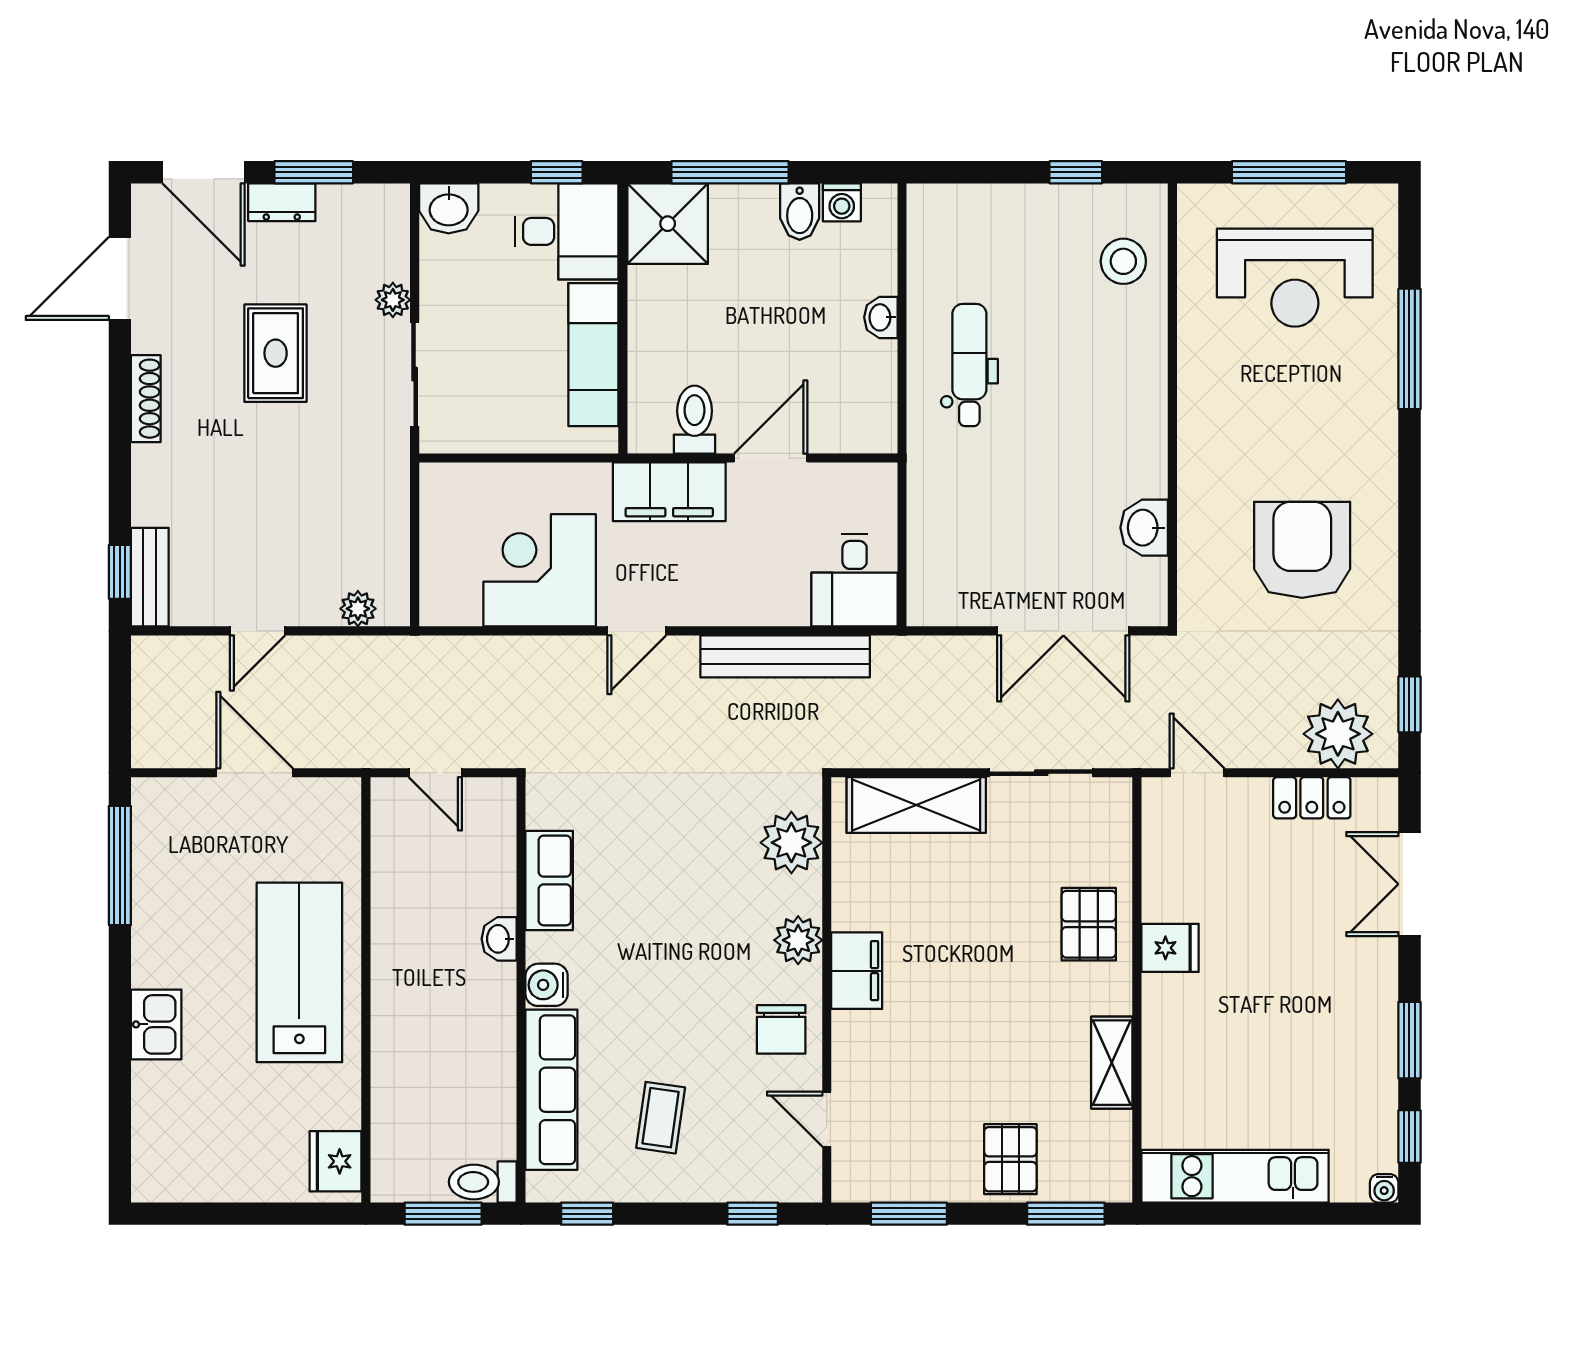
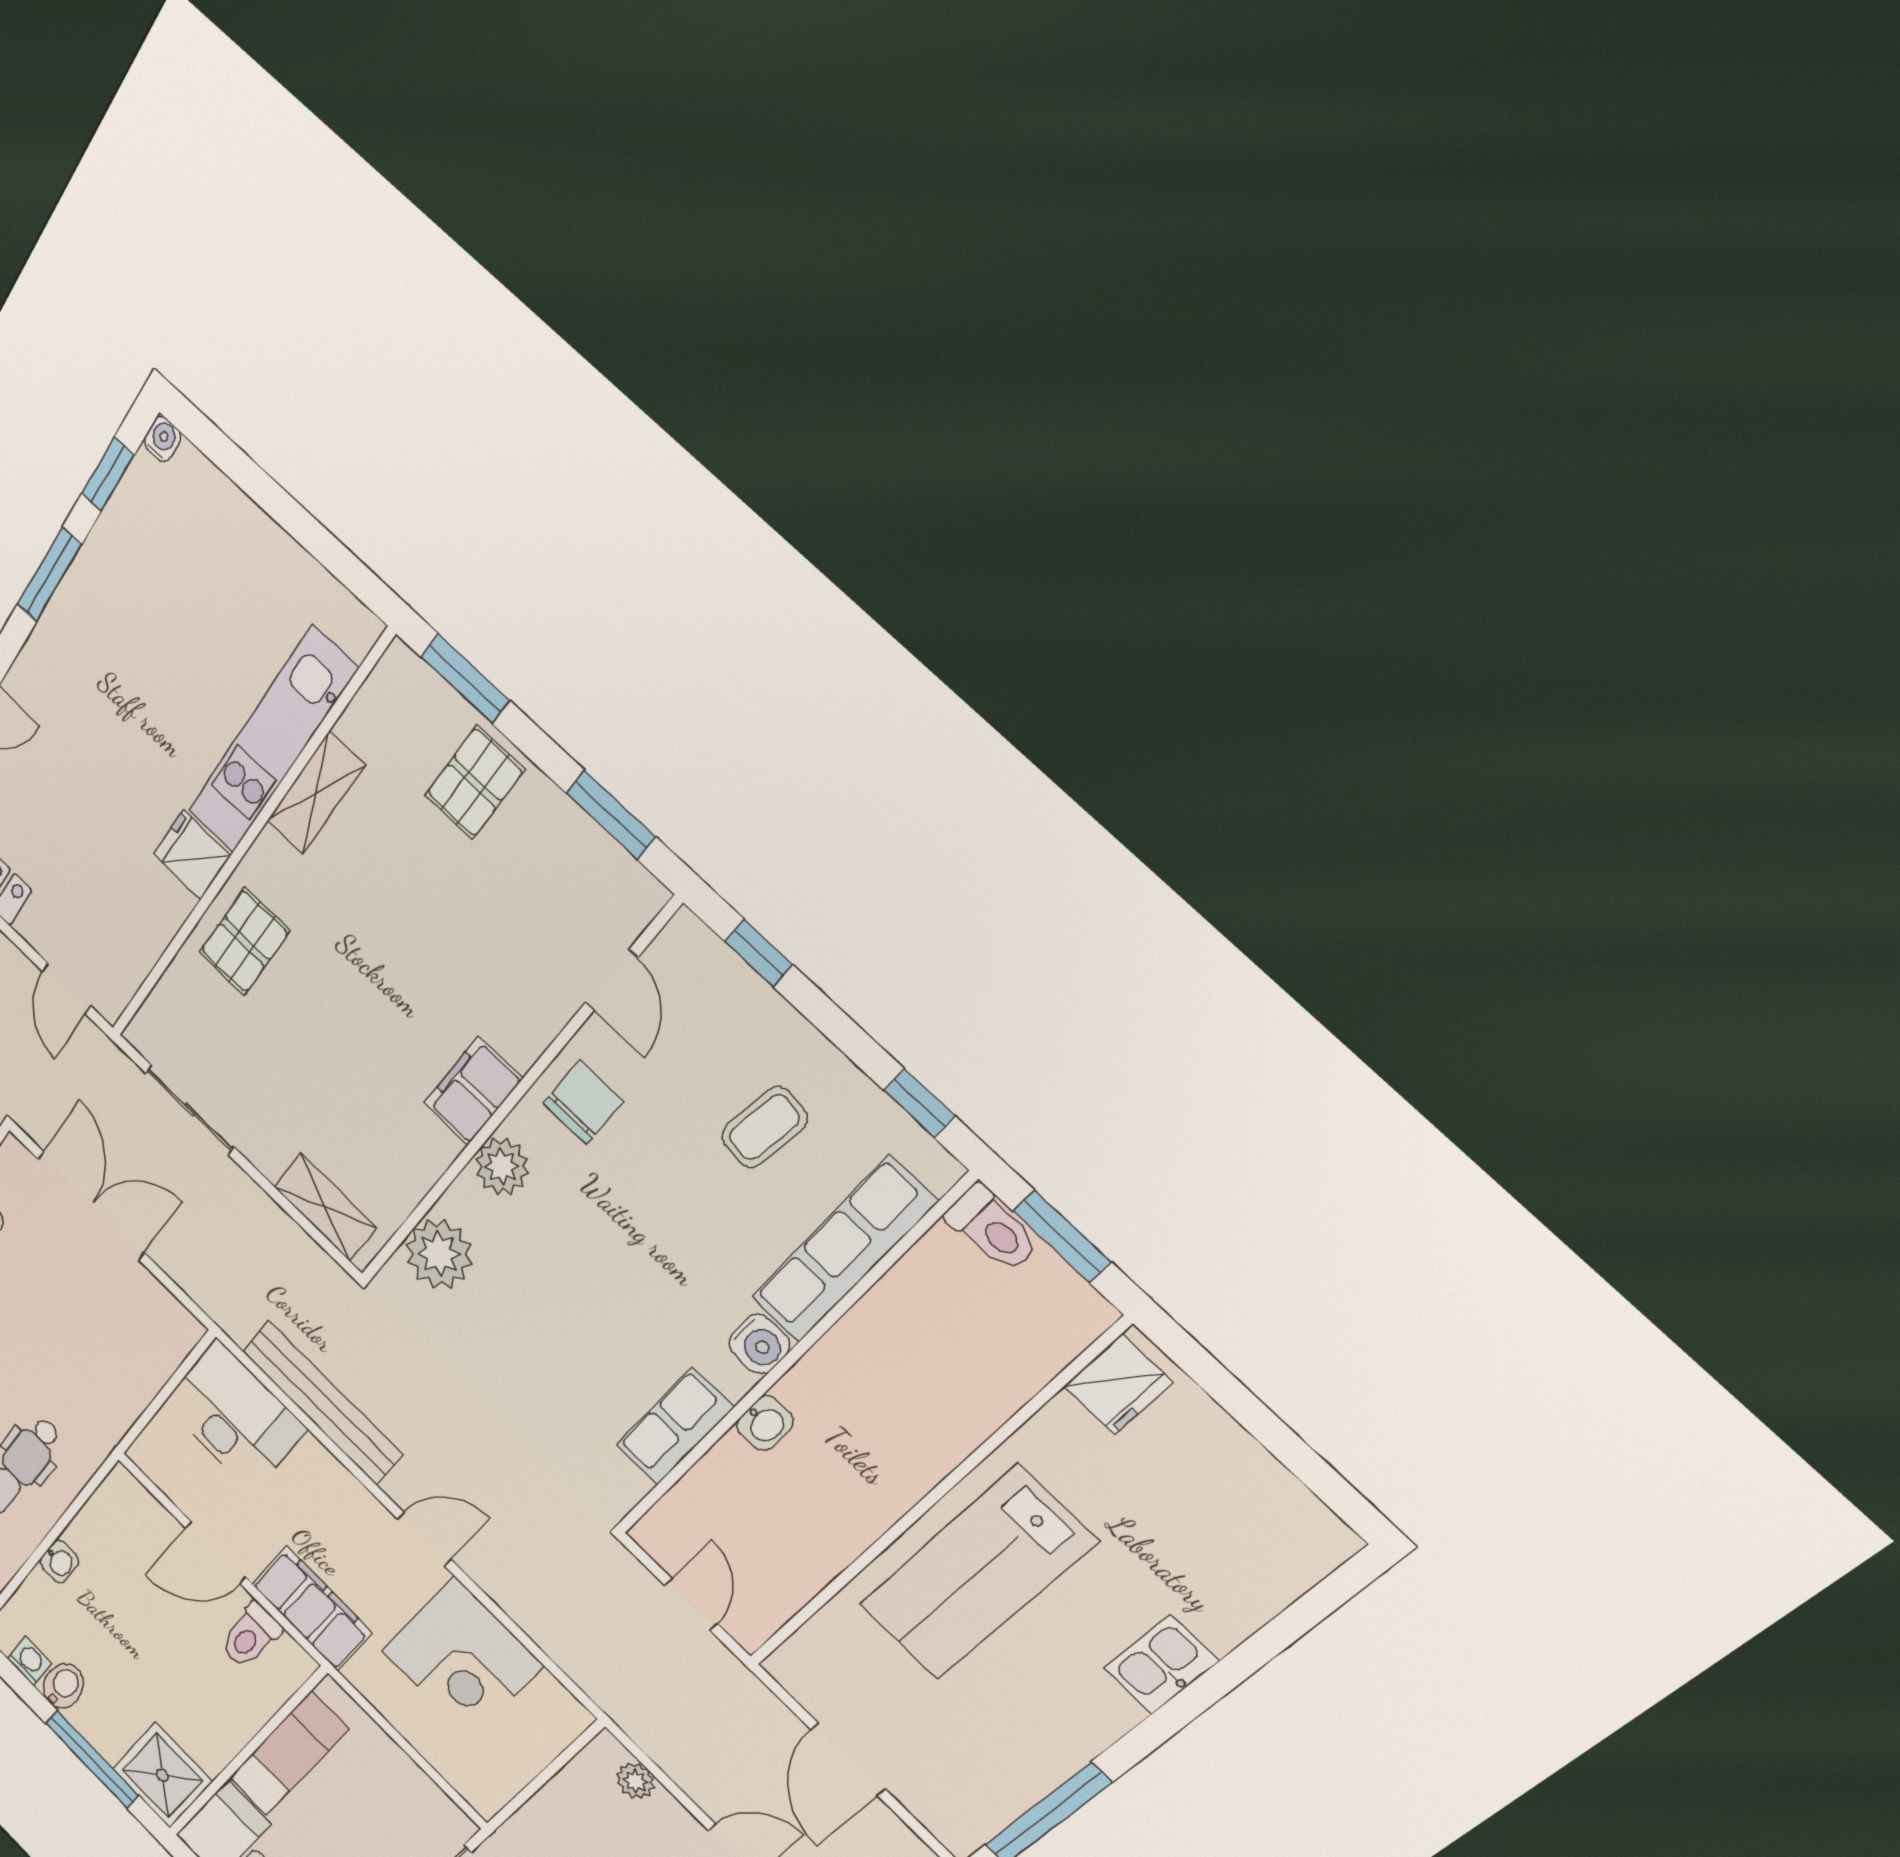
desk: (855, 580) -> (234, 1416), width x1.37
shelving: (916, 805) -> (325, 1207), width x0.67, depth x0.75
kitchen unit: (1235, 1176) -> (272, 741), moved, turned 90

